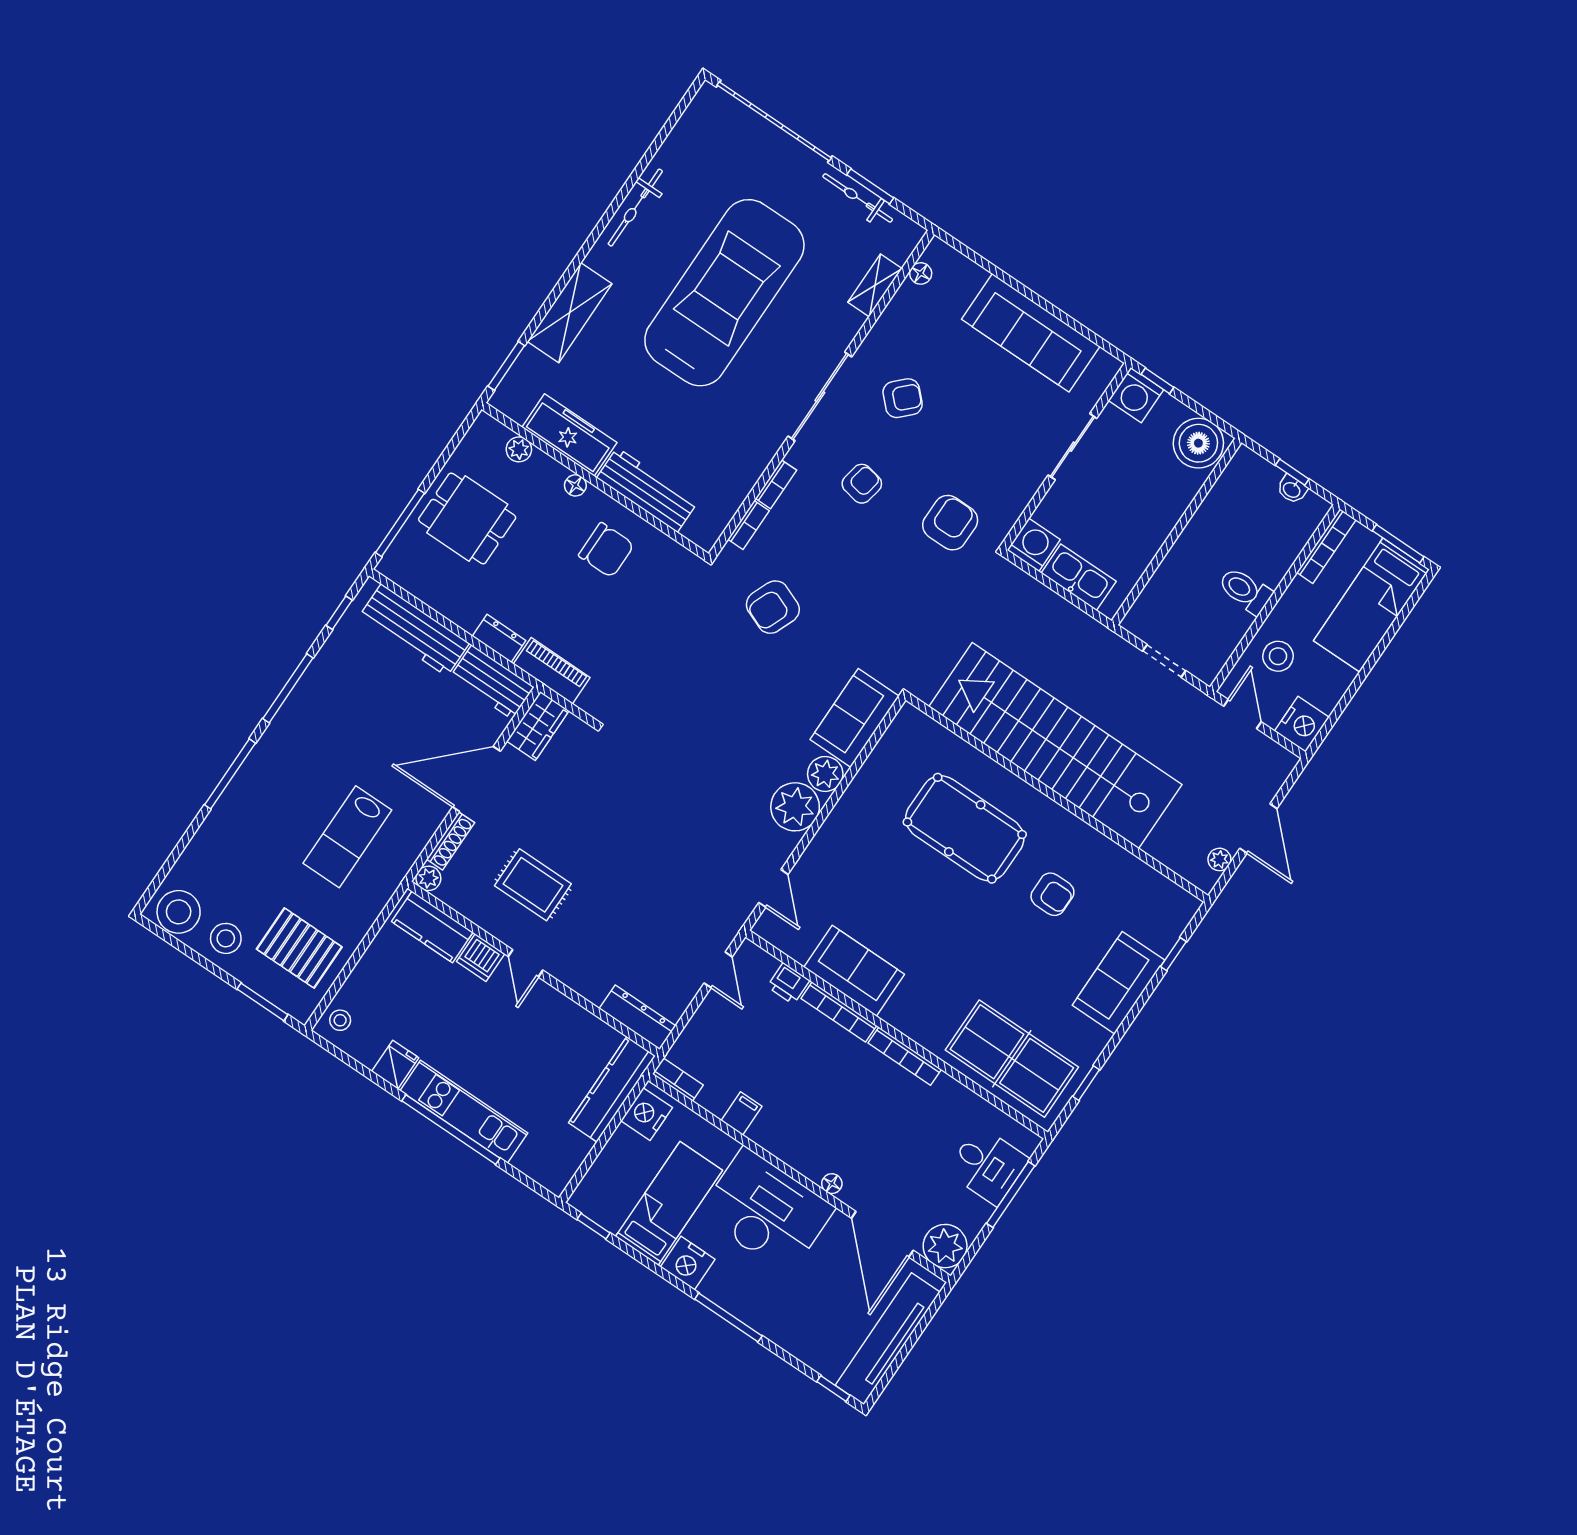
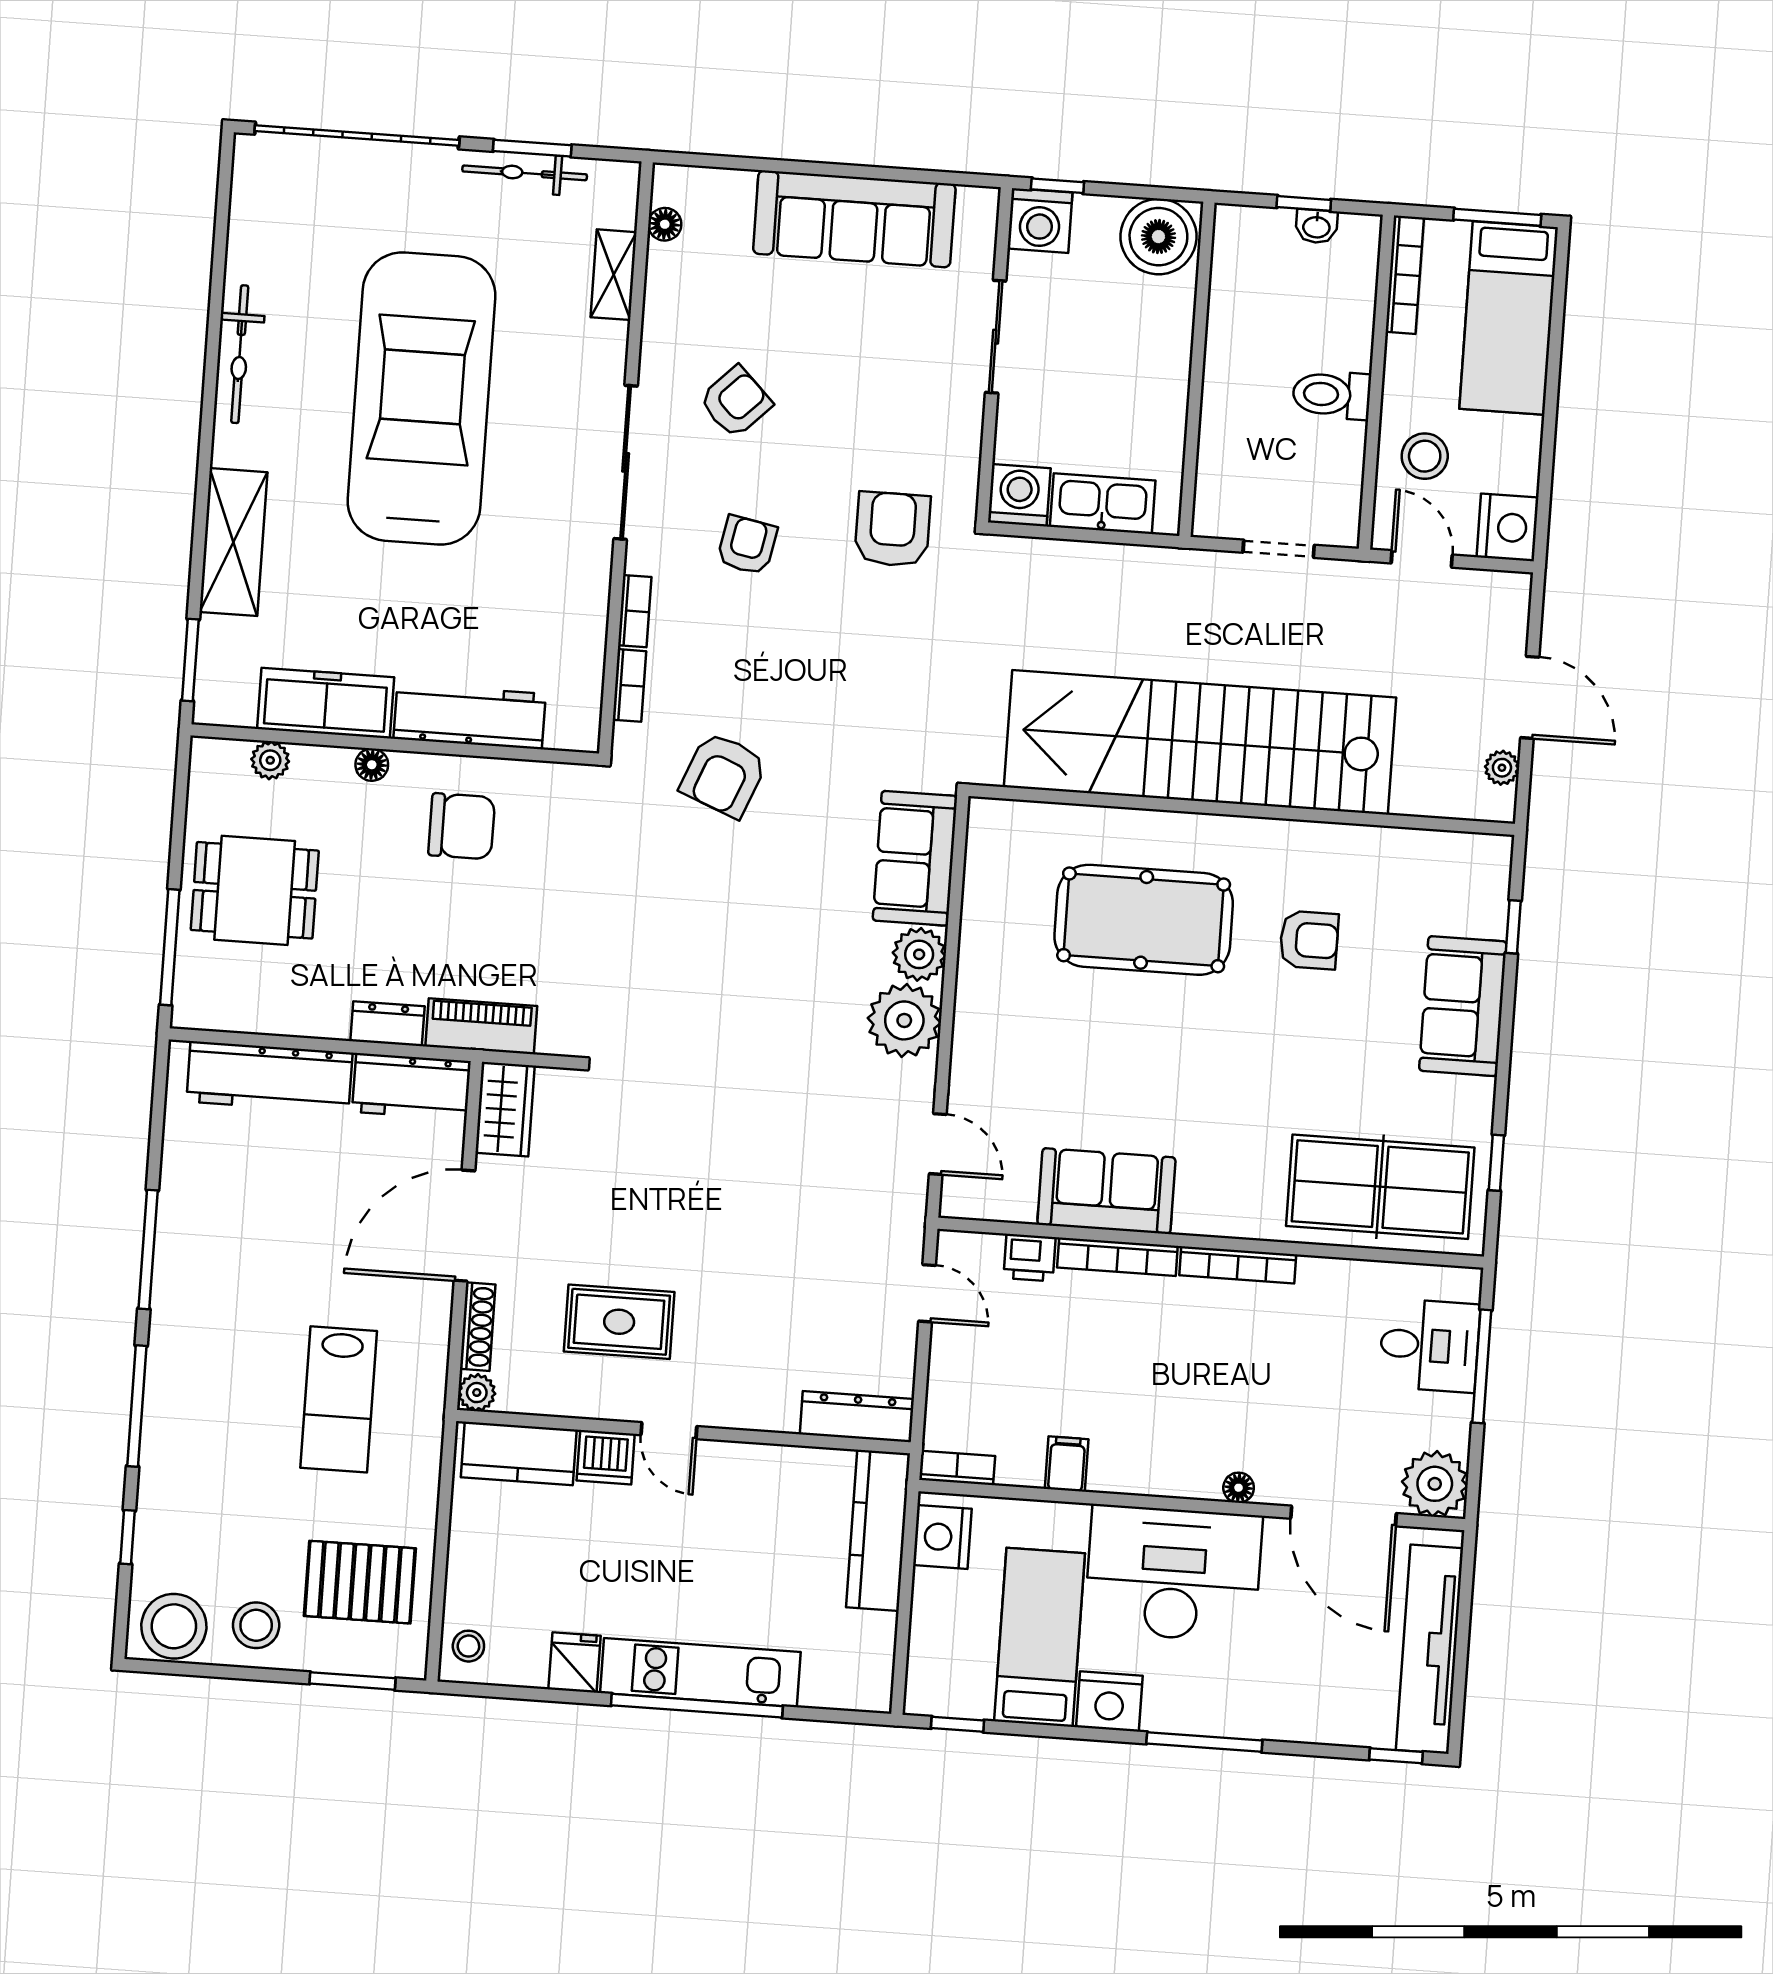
window: (339, 613) -> (127, 1537), moved

